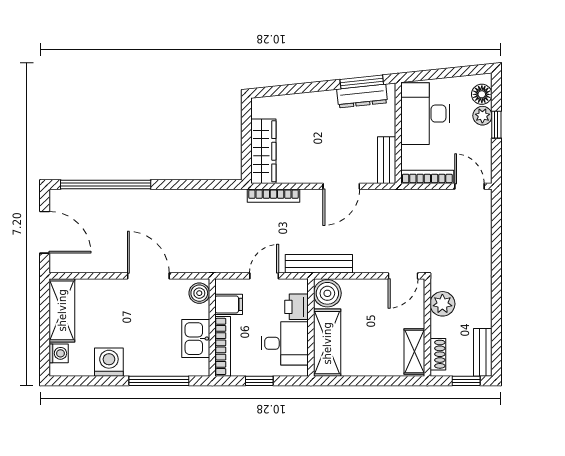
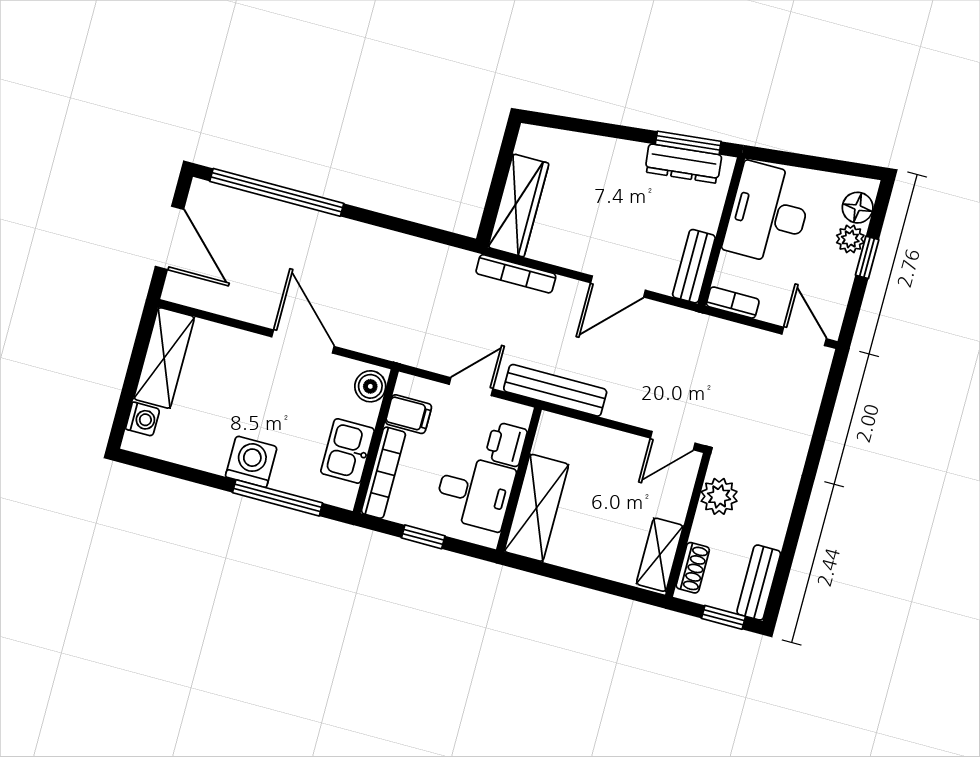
bookcase: (427, 177) -> (733, 303), width x0.64
boiler: (327, 293) -> (556, 436), removed
washing machine: (109, 362) -> (251, 462), moved

